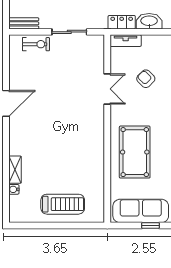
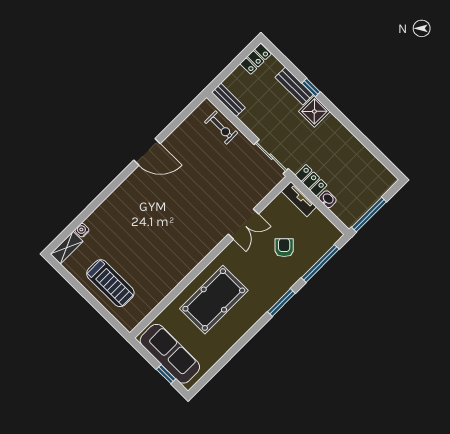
washbasin: (149, 21) -> (328, 199), width x0.52, depth x0.69
sliding door: (69, 32) -> (271, 157), moved
shelving: (15, 170) -> (67, 248), moved

